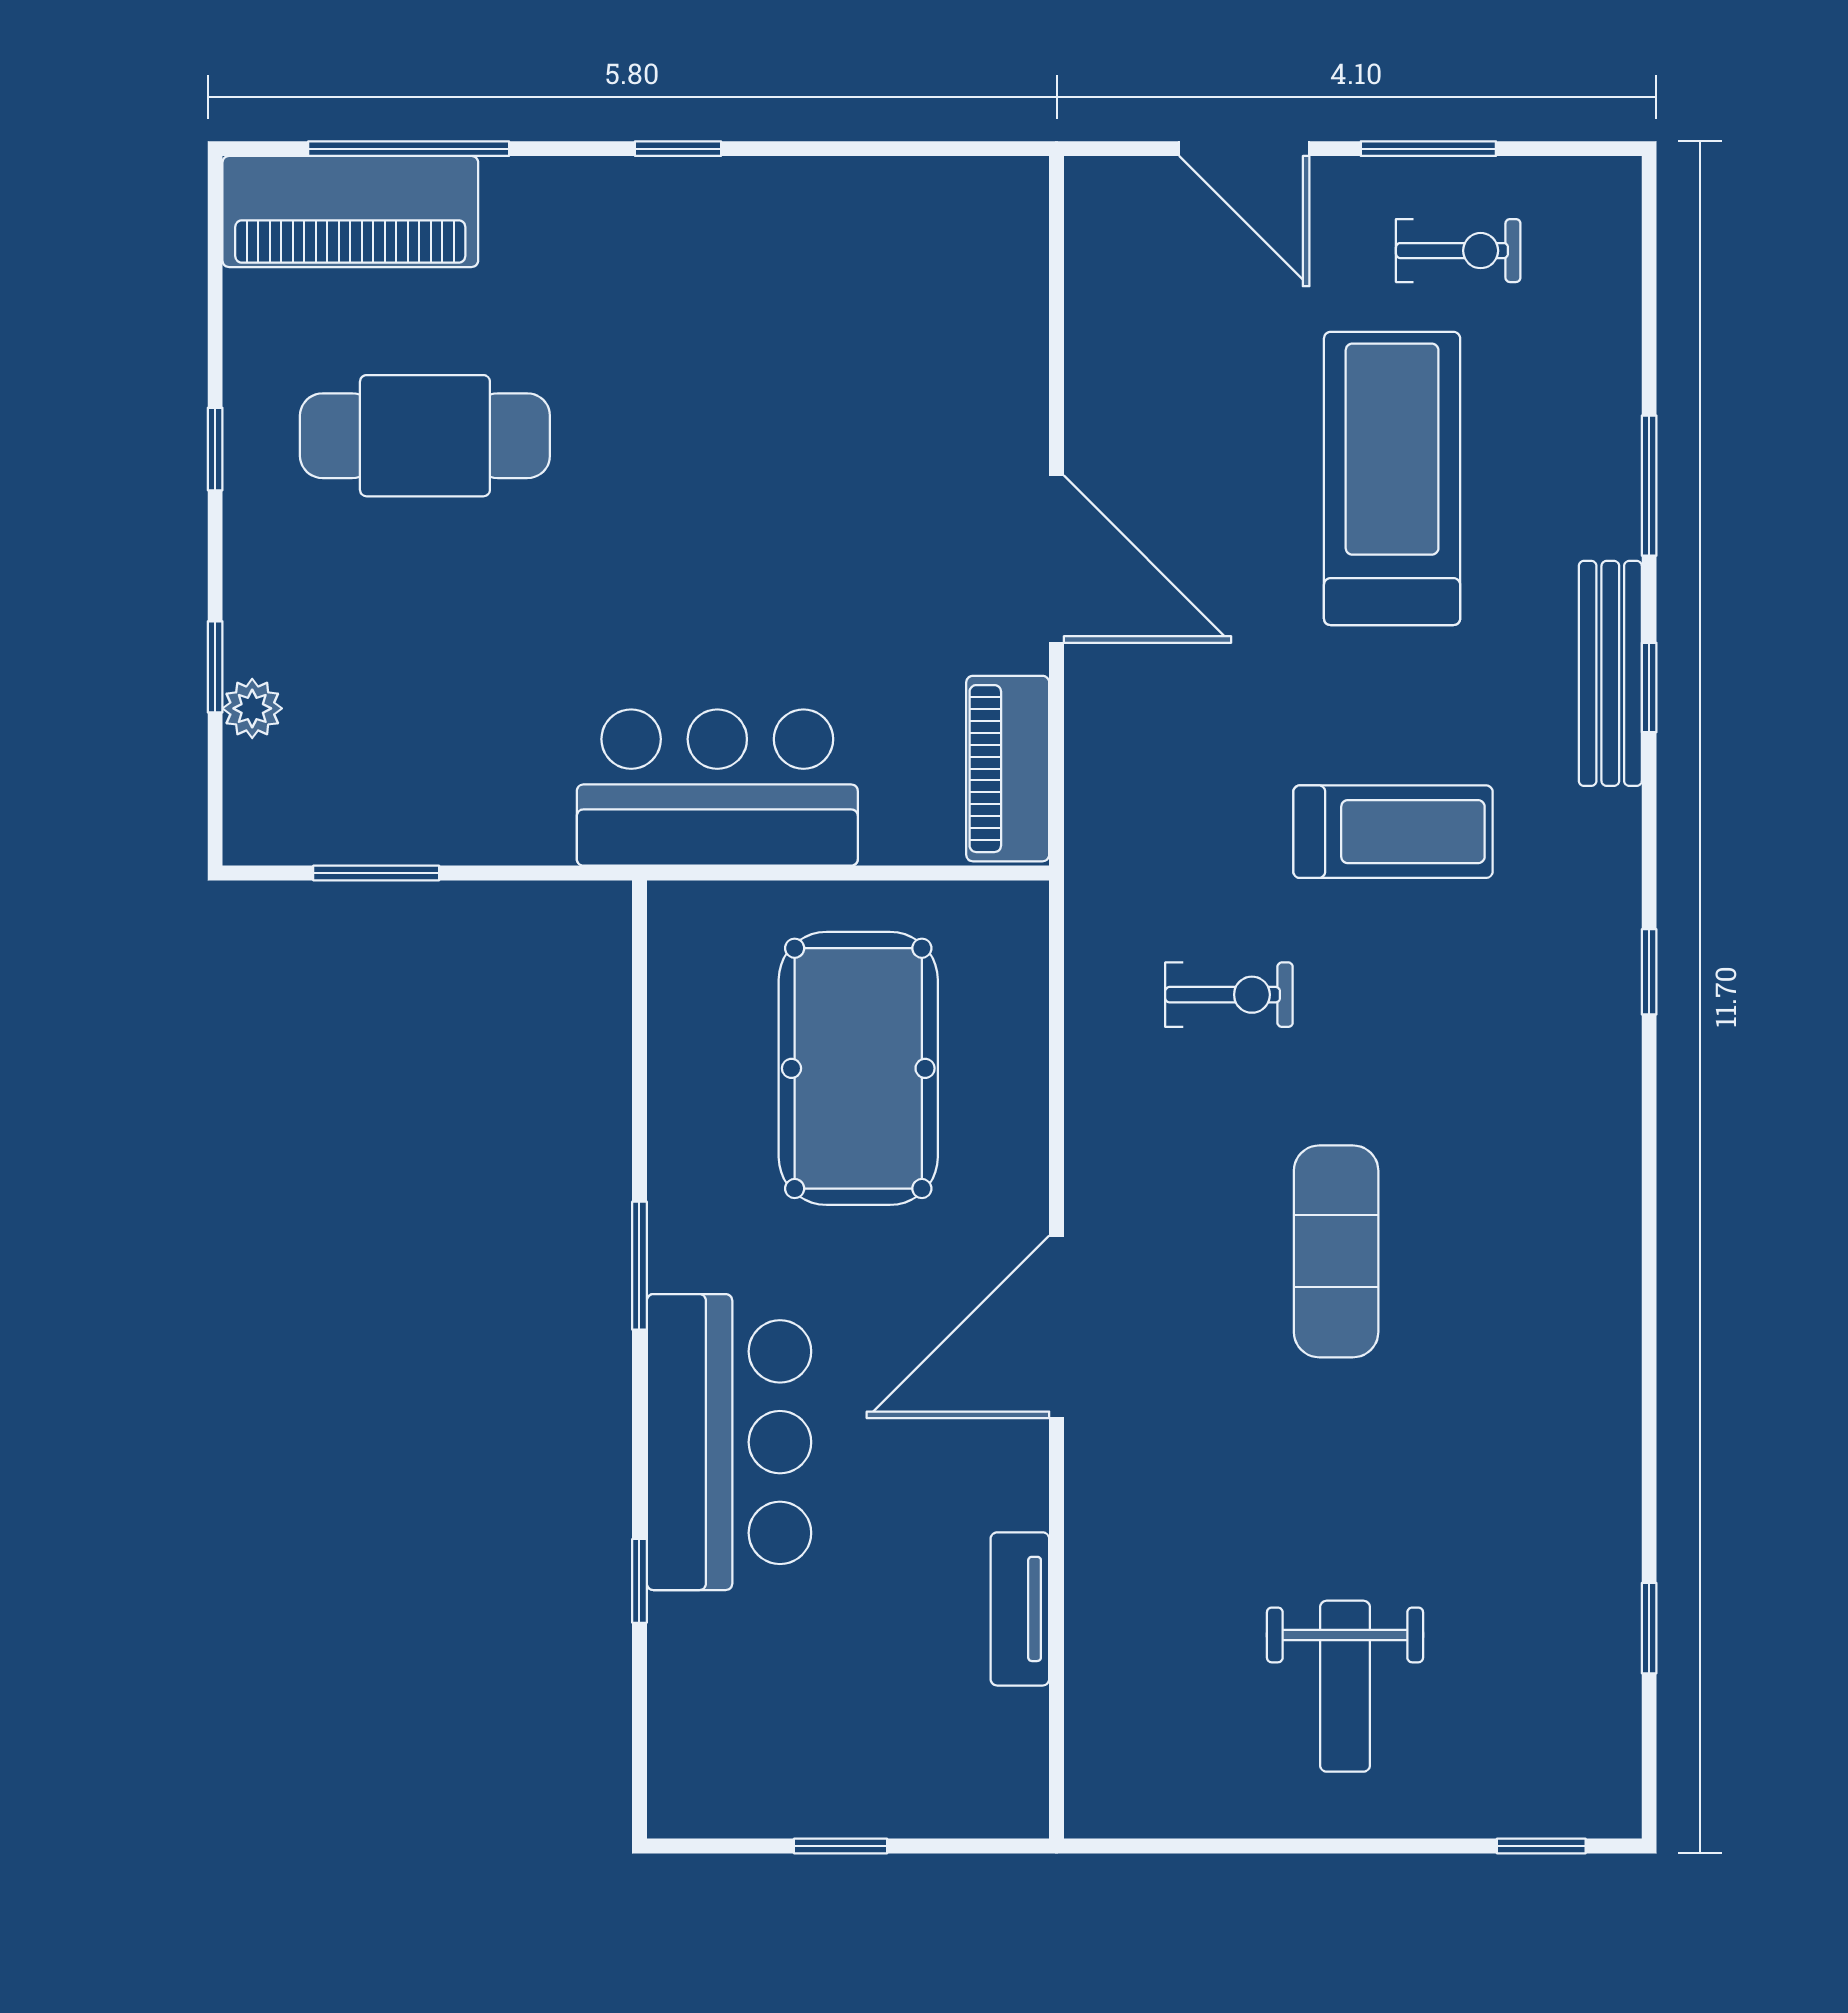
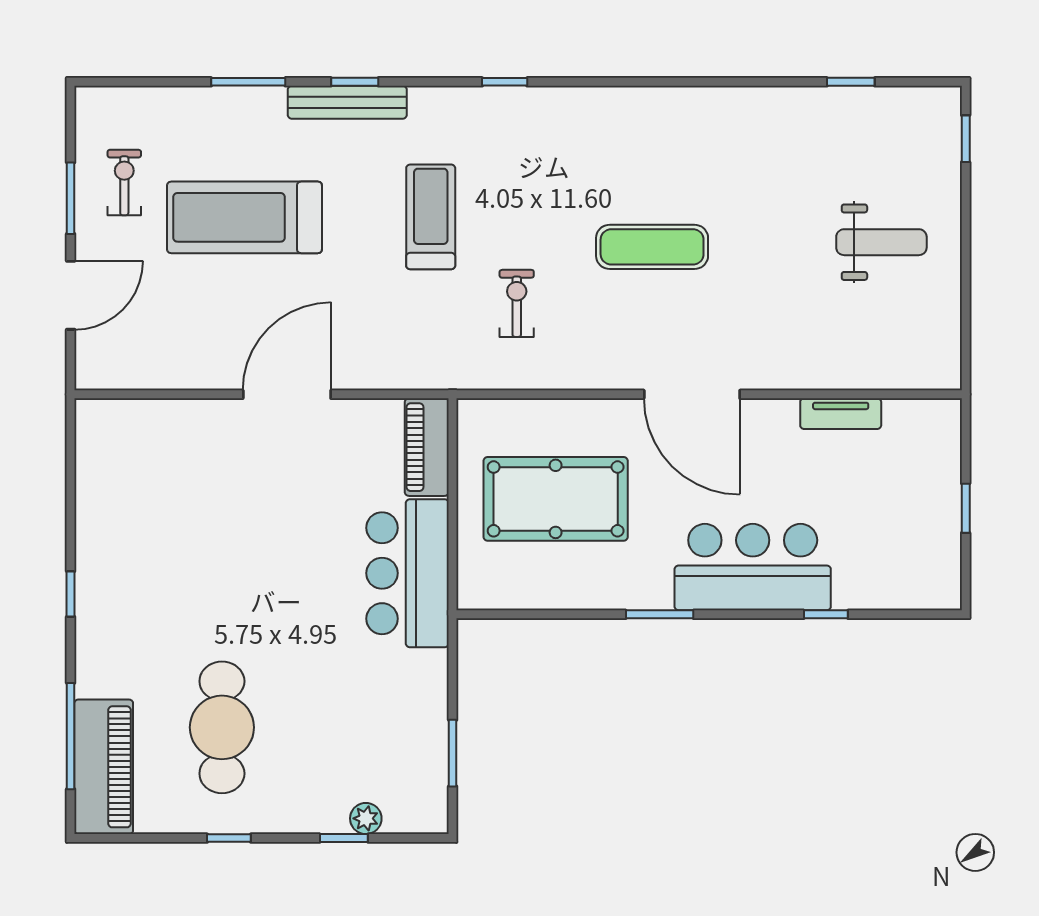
piano: (1008, 769) -> (427, 447), moved, turned 90

